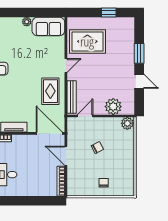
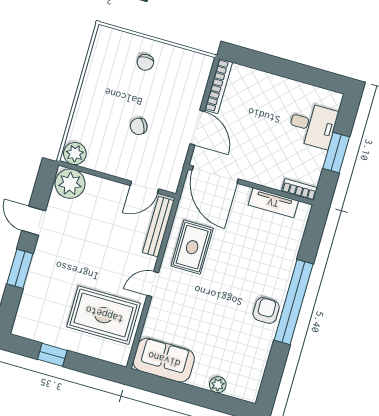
plant: (27, 22) -> (218, 385), moved
plant: (113, 107) -> (70, 184), moved

